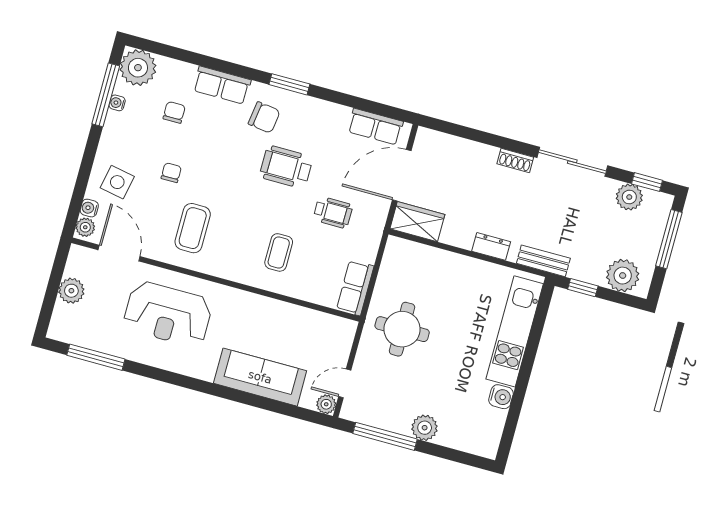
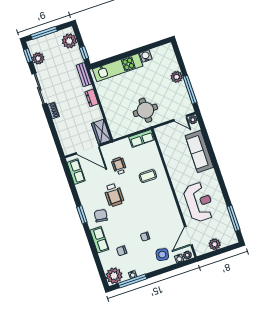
coffee table: (193, 228) -> (160, 215), removed

